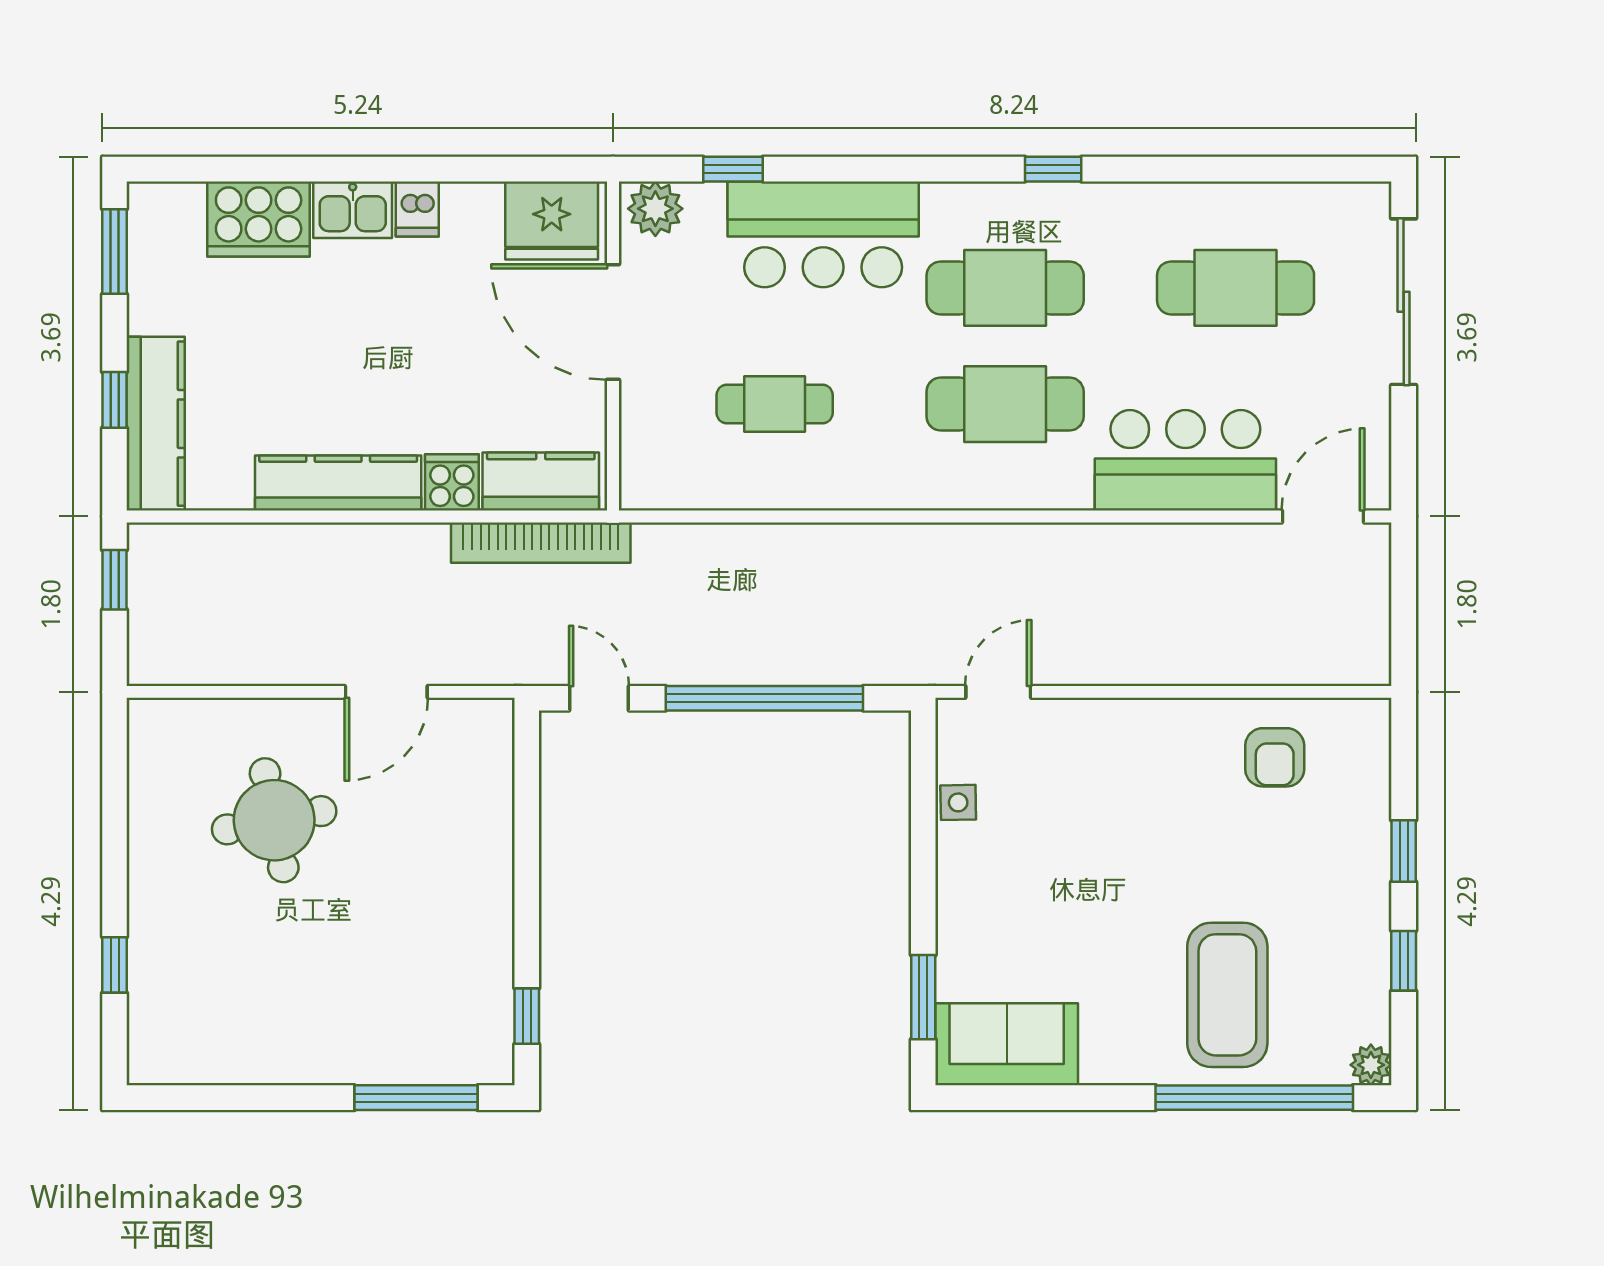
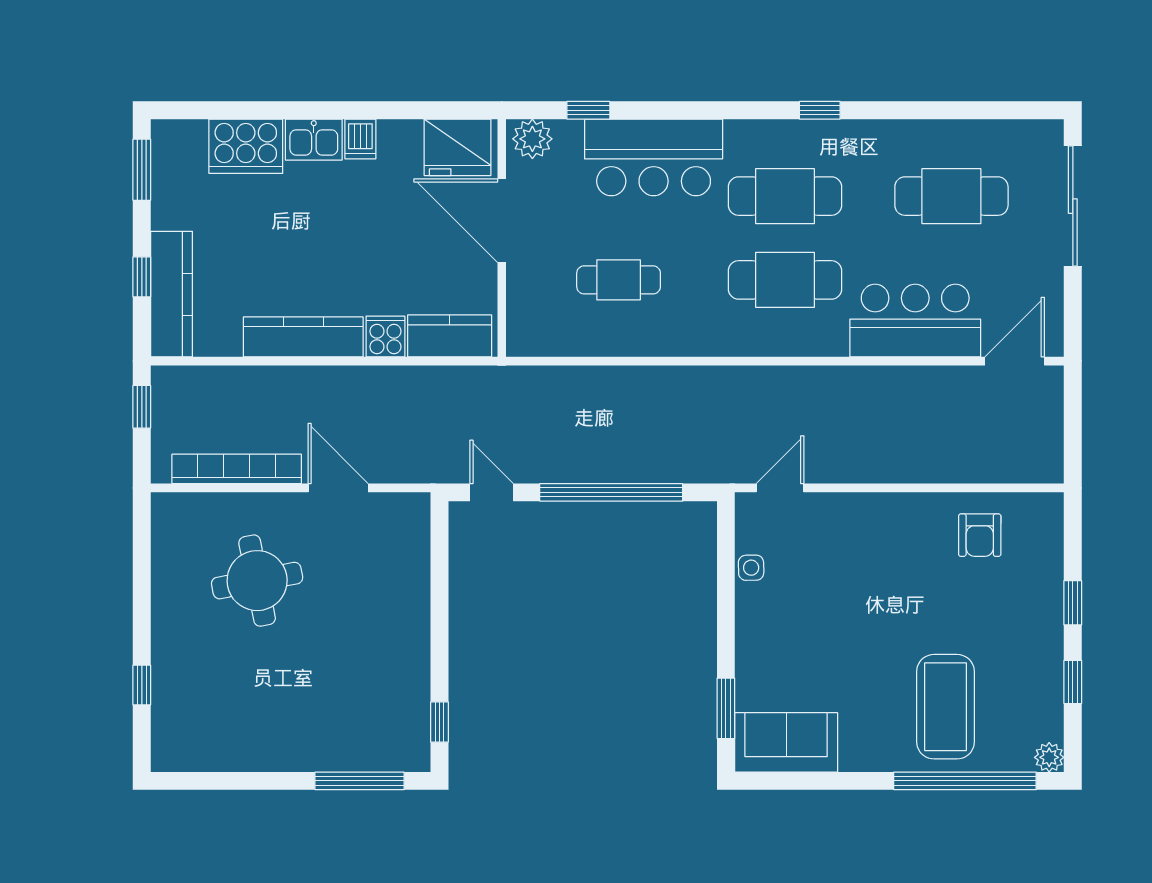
bookcase: (541, 543) -> (237, 469), moved, turned 180
door: (386, 692) -> (338, 488), swing flipped

